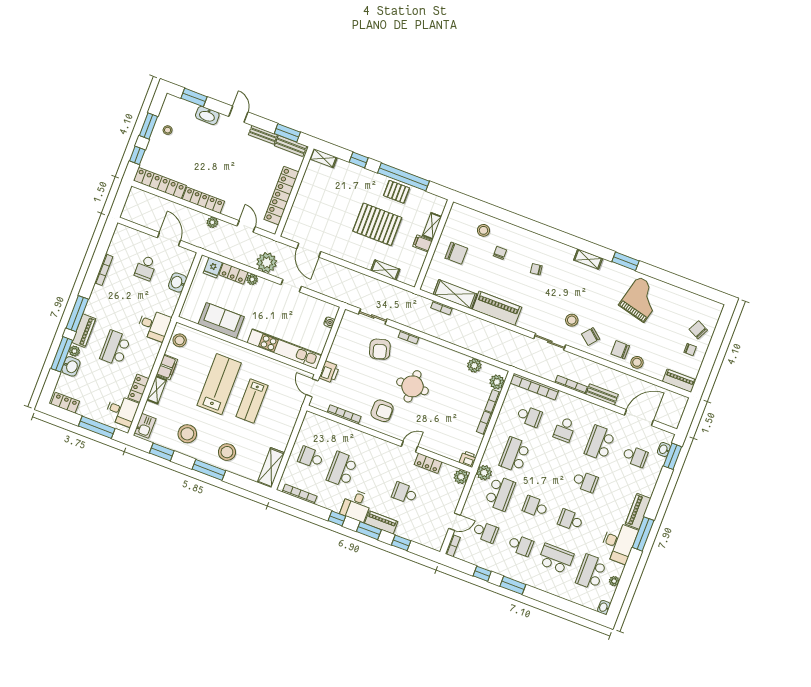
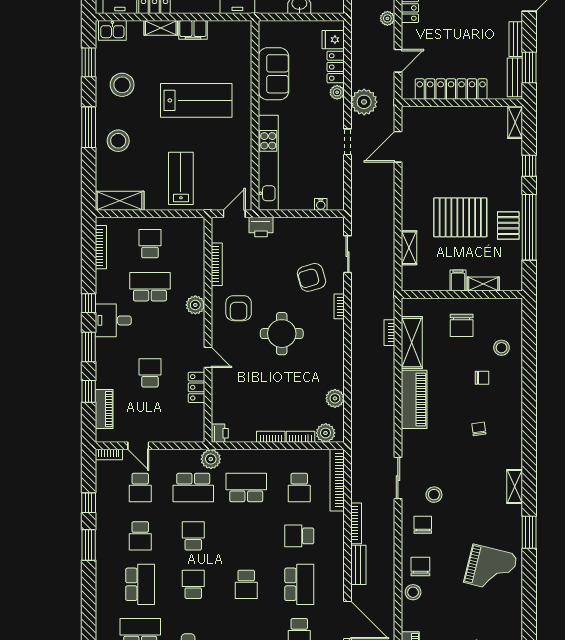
pallet: (377, 224) -> (460, 217), turned 90
chair: (591, 337) -> (423, 525), turned 50
stool: (180, 340) -> (231, 33), removed
lab bench: (252, 401) -> (181, 178), moved, turned 90
school desk: (600, 443) -> (299, 584), turned 90
plant: (461, 477) -> (195, 305), moved
piano: (381, 522) -> (104, 409), moved

